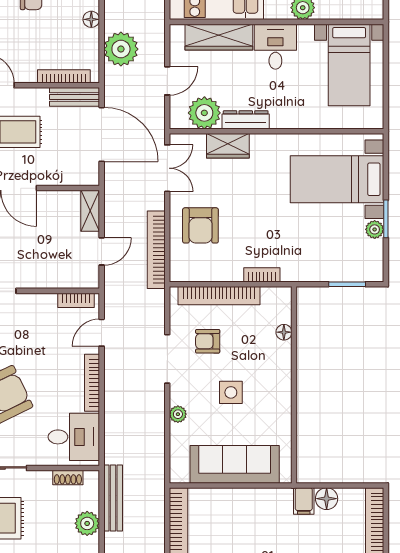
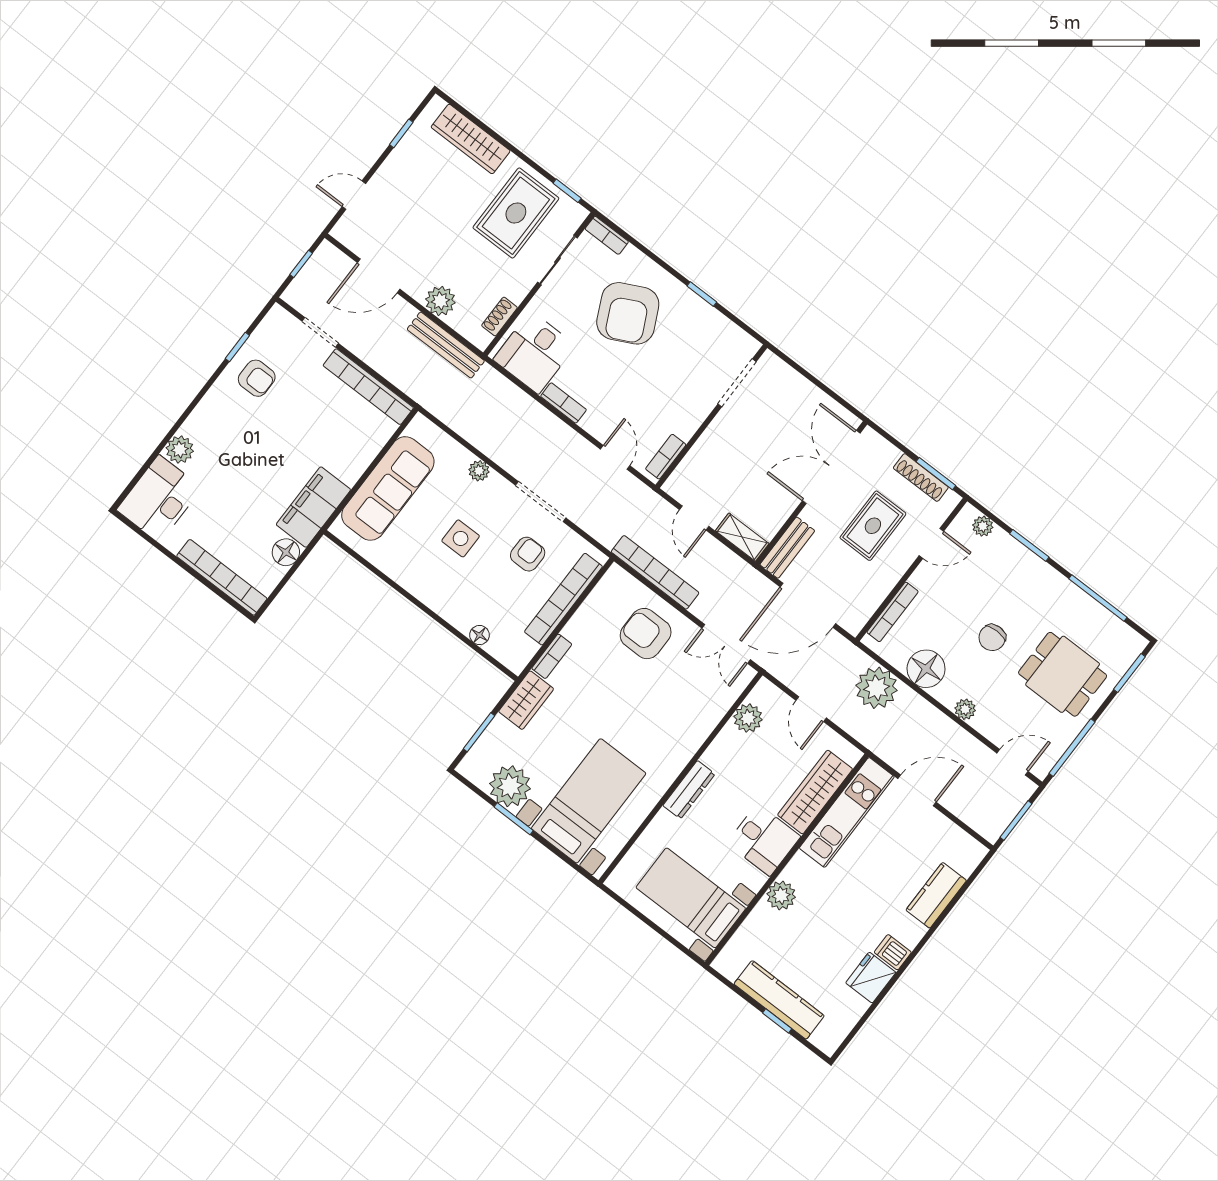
floor lamp: (91, 19) -> (926, 669), width x1.89, depth x1.89
bench: (75, 97) -> (787, 548), moved
plant: (204, 113) -> (748, 718), width x0.73, depth x0.73
dresser: (246, 120) -> (689, 790), moved
wardrobe: (228, 146) -> (526, 700), moved, turned 180
plant: (375, 229) -> (510, 786), width x1.87, depth x1.87
bookcase: (92, 383) -> (563, 403), width x0.64
filing cabinet: (304, 501) -> (313, 507), width x3.00, depth x1.17

